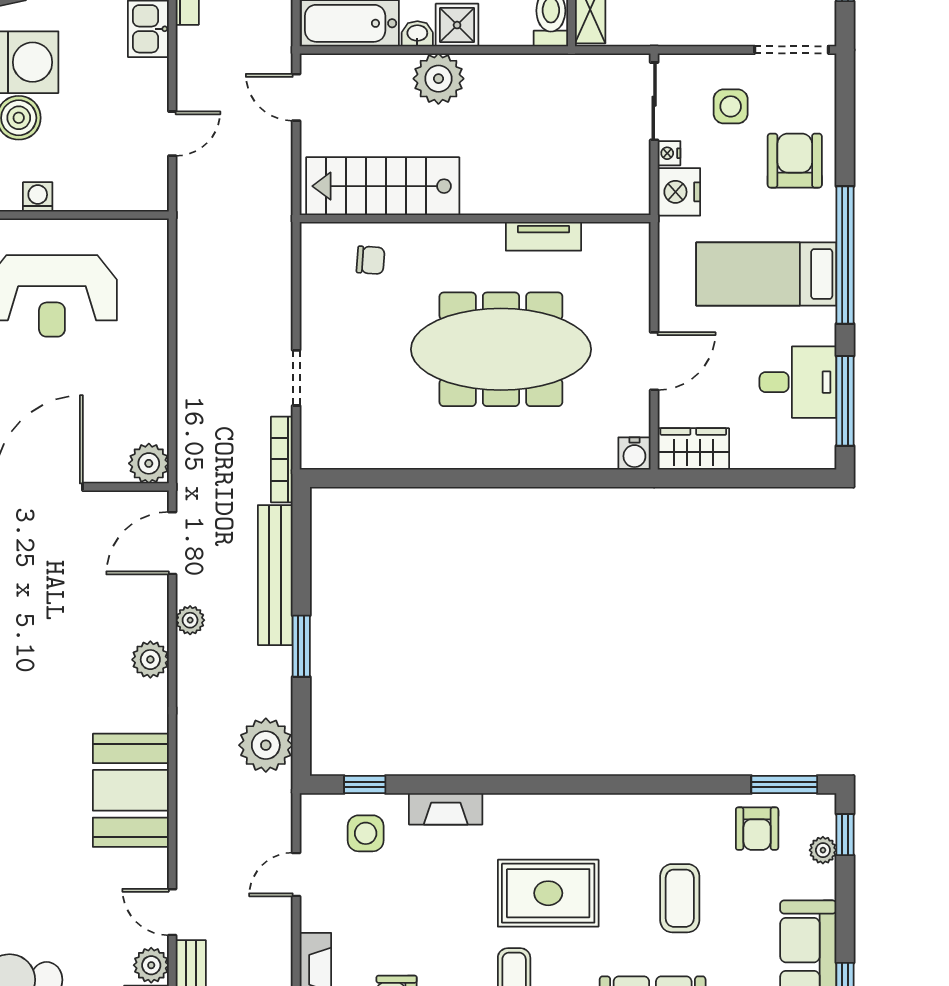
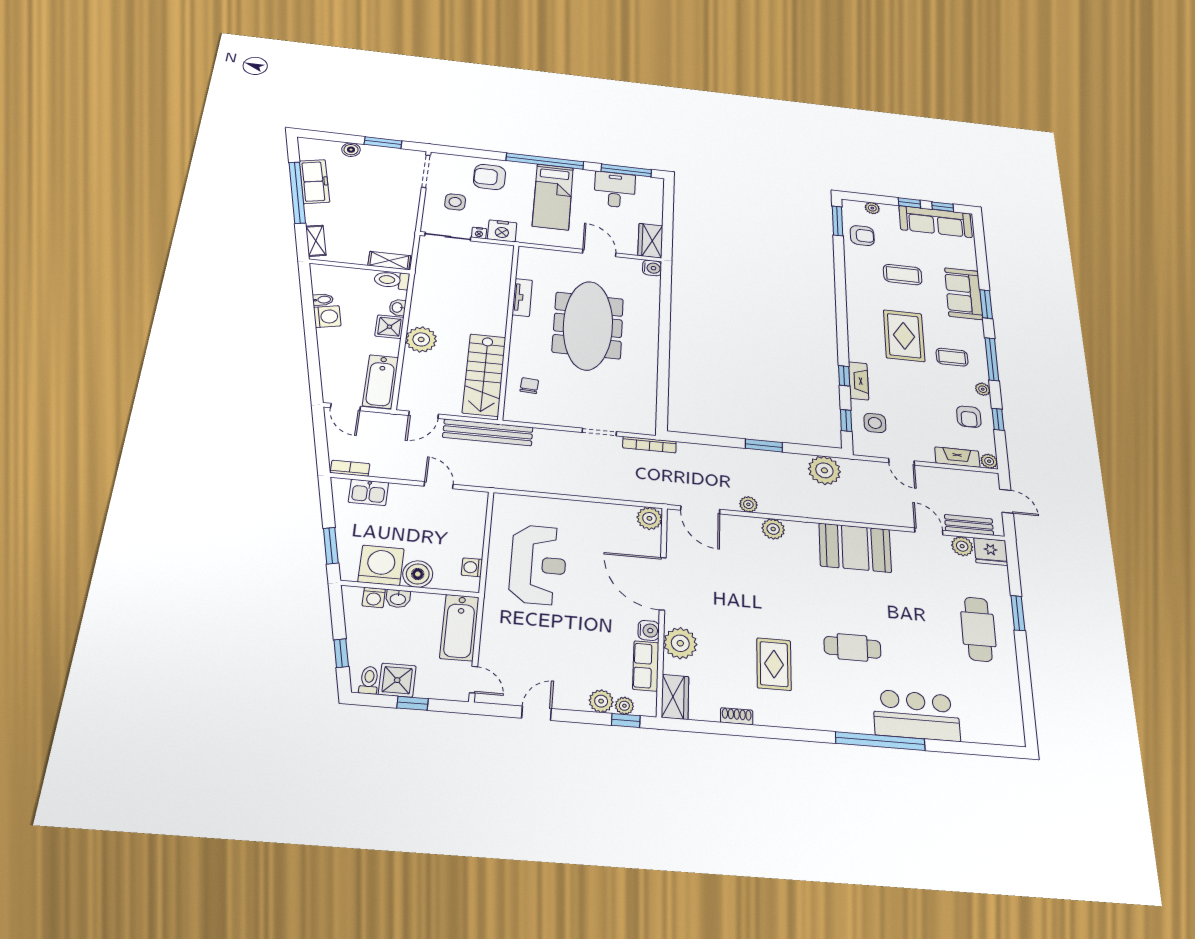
washbasin: (417, 34) -> (398, 307), moved
bench: (275, 575) -> (488, 432), moved
window: (453, 785) -> (844, 376), added
window: (845, 835) -> (909, 203), moved
door: (172, 912) -> (929, 531), swing flipped

